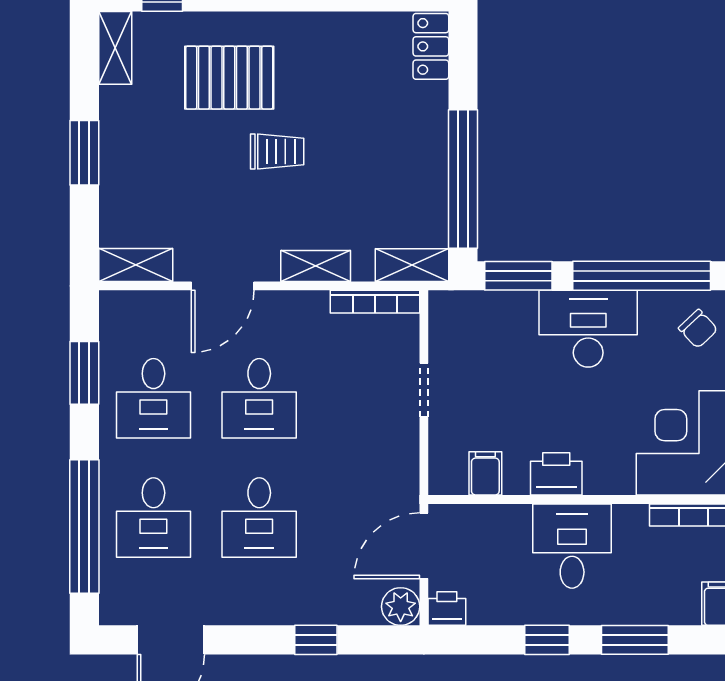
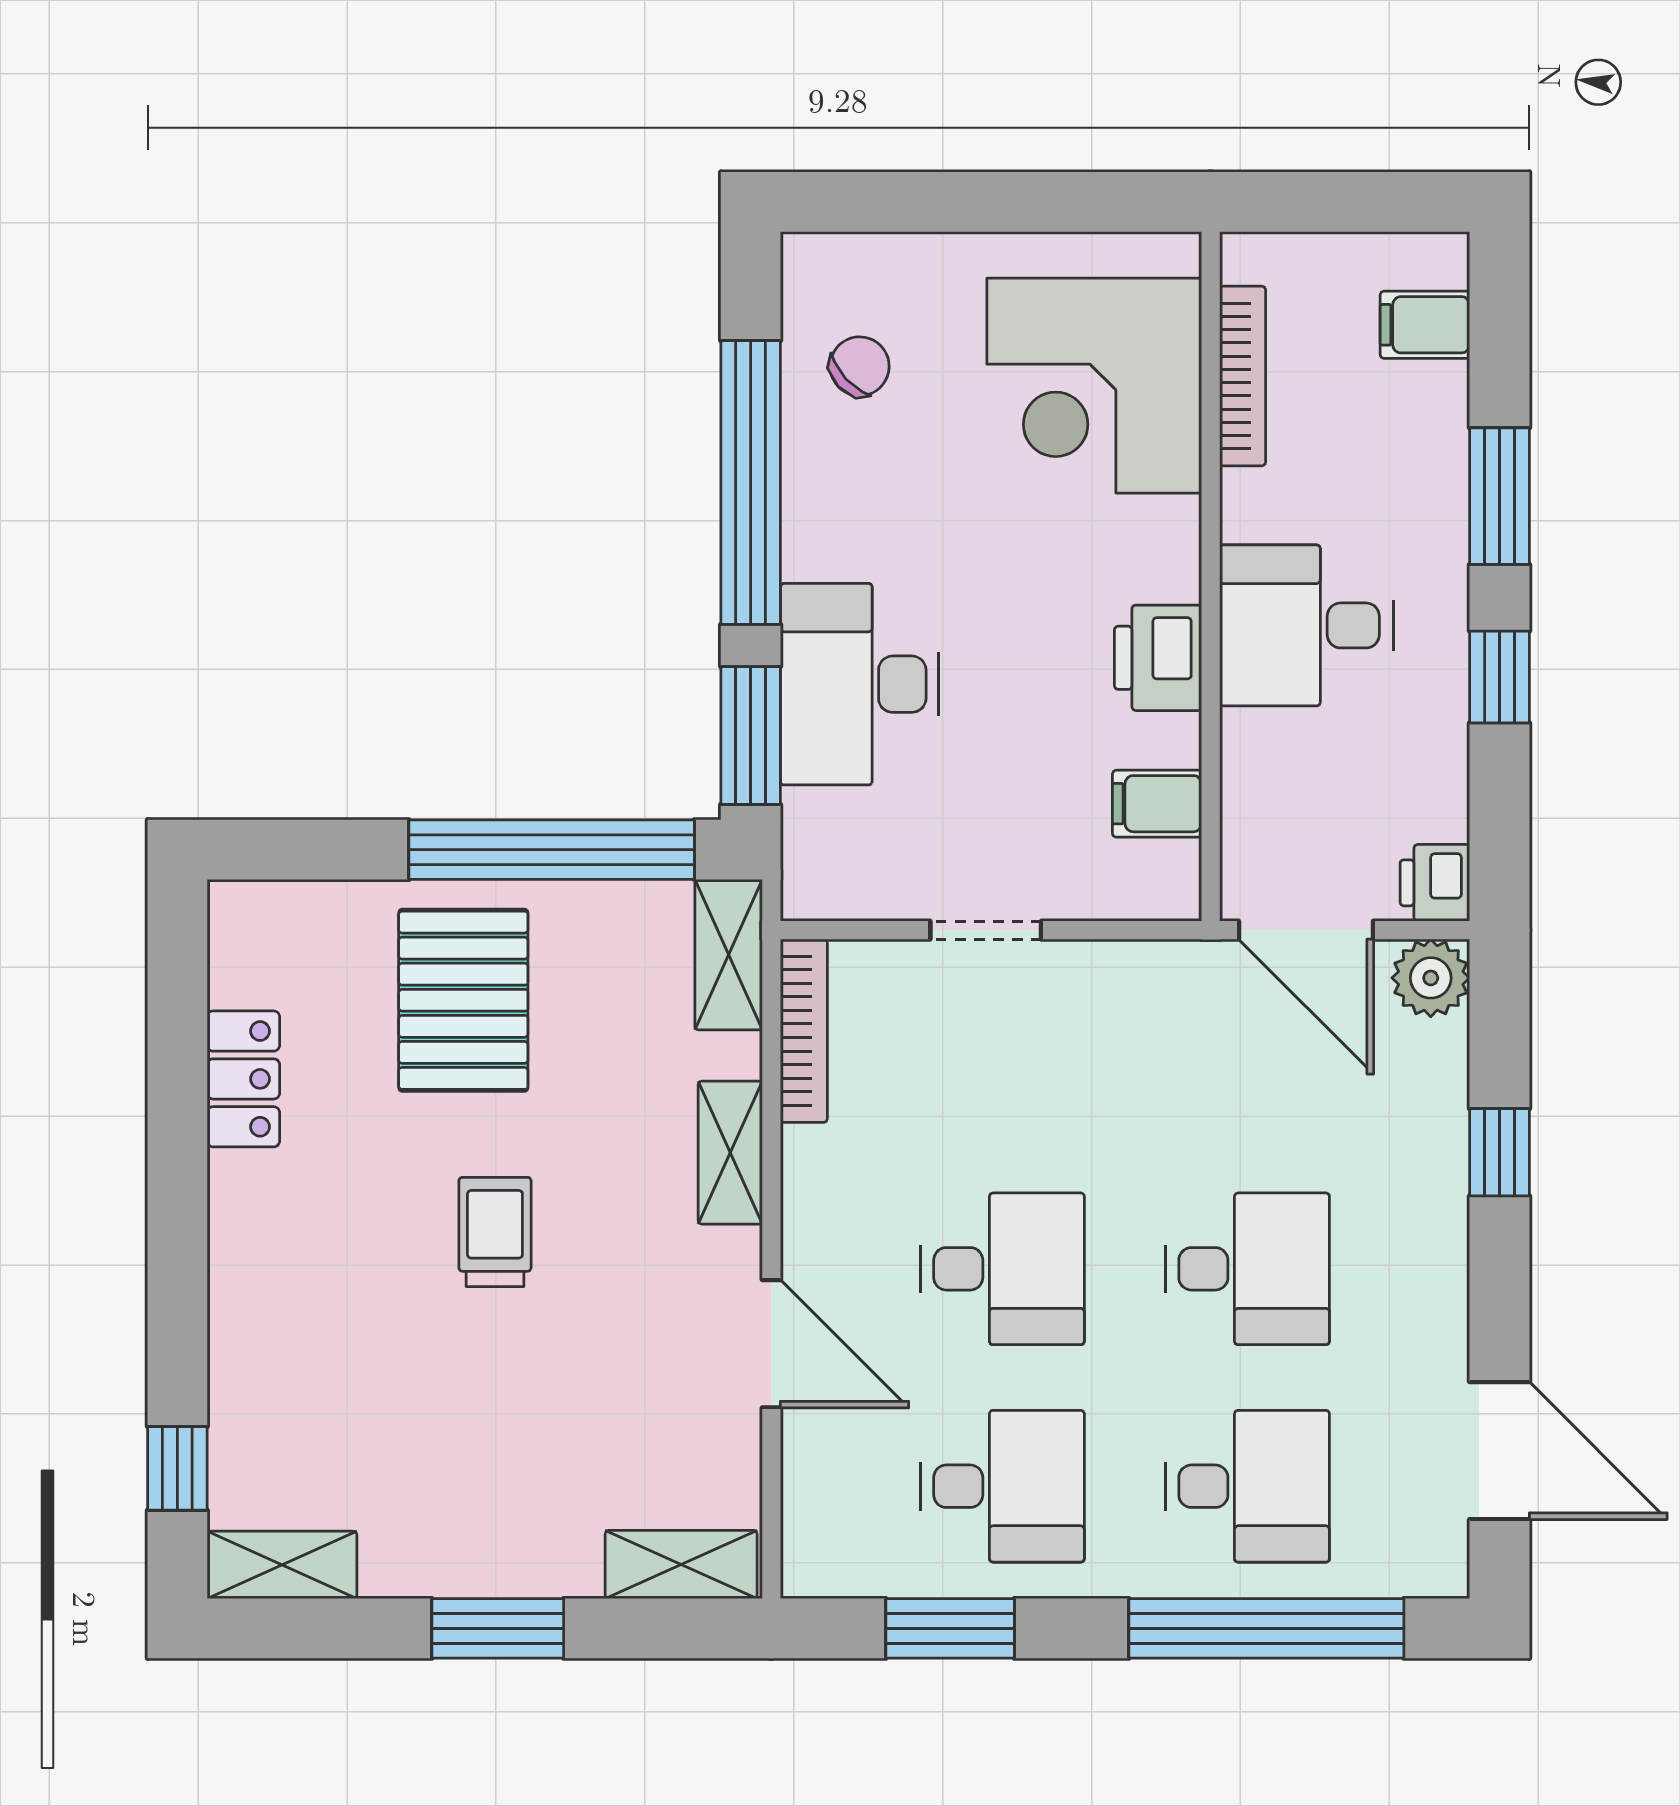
locker: (431, 46) -> (243, 1079), moved, turned -90
pallet: (229, 78) -> (463, 1000), moved
shelving: (136, 265) -> (681, 1564), moved, turned 90
desk: (588, 329) -> (860, 684), moved

